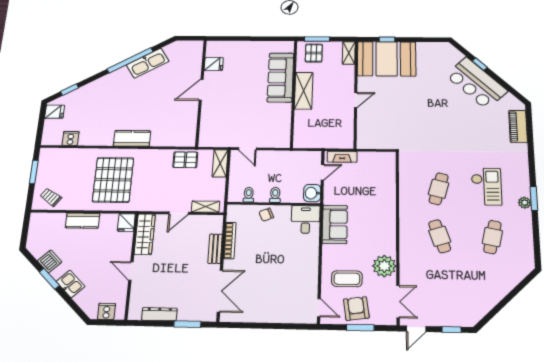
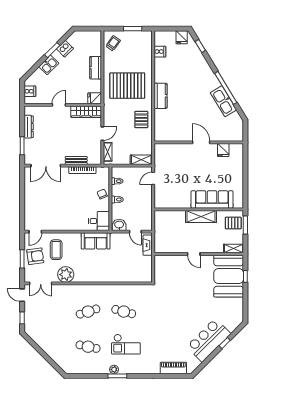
pallet: (185, 160) -> (141, 119), moved
door: (179, 213) -> (102, 134), swing flipped

